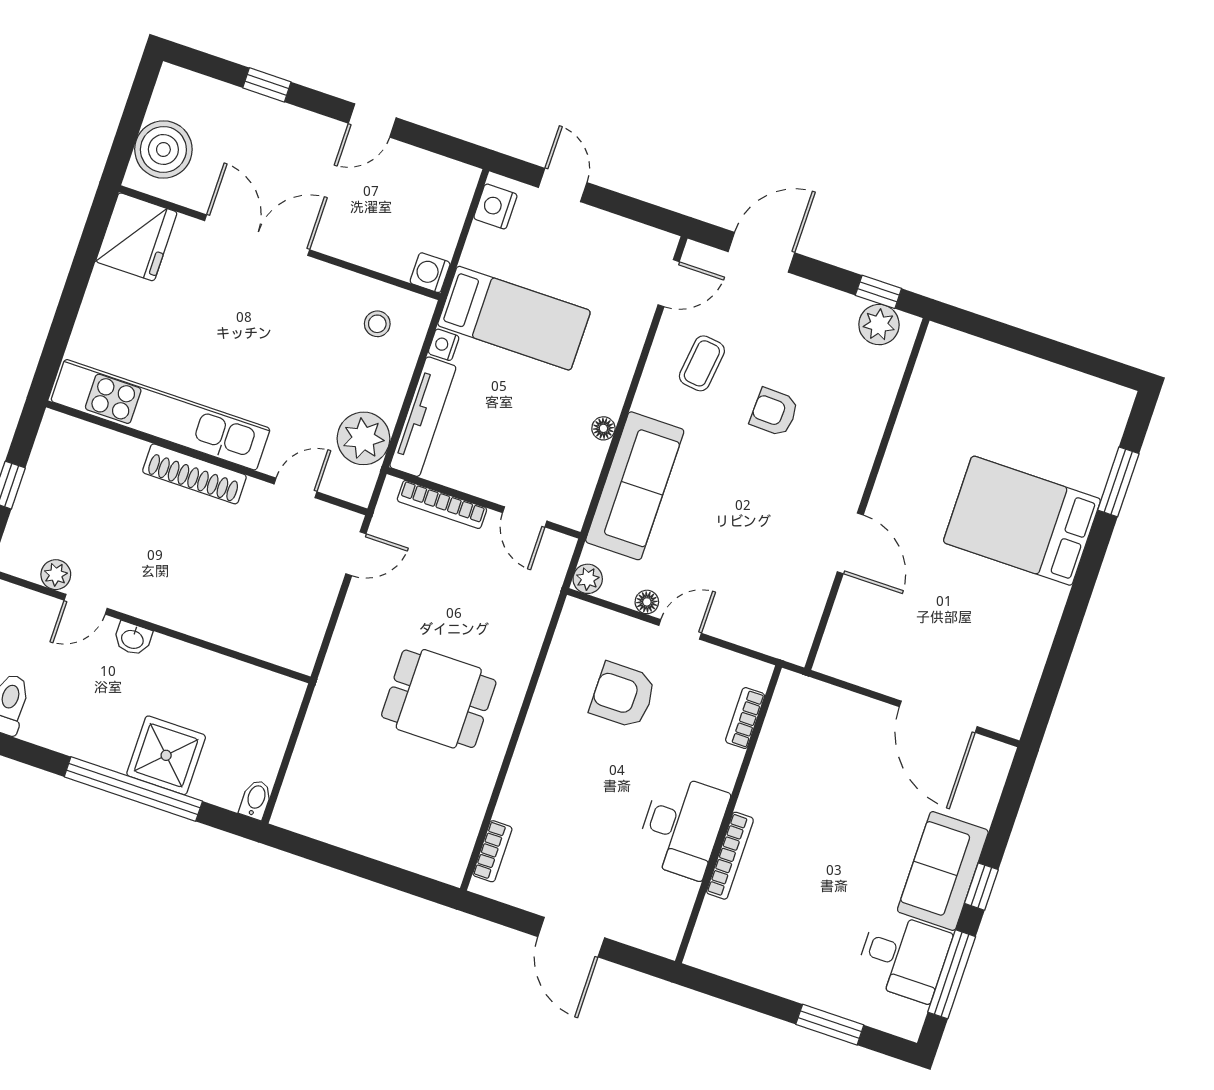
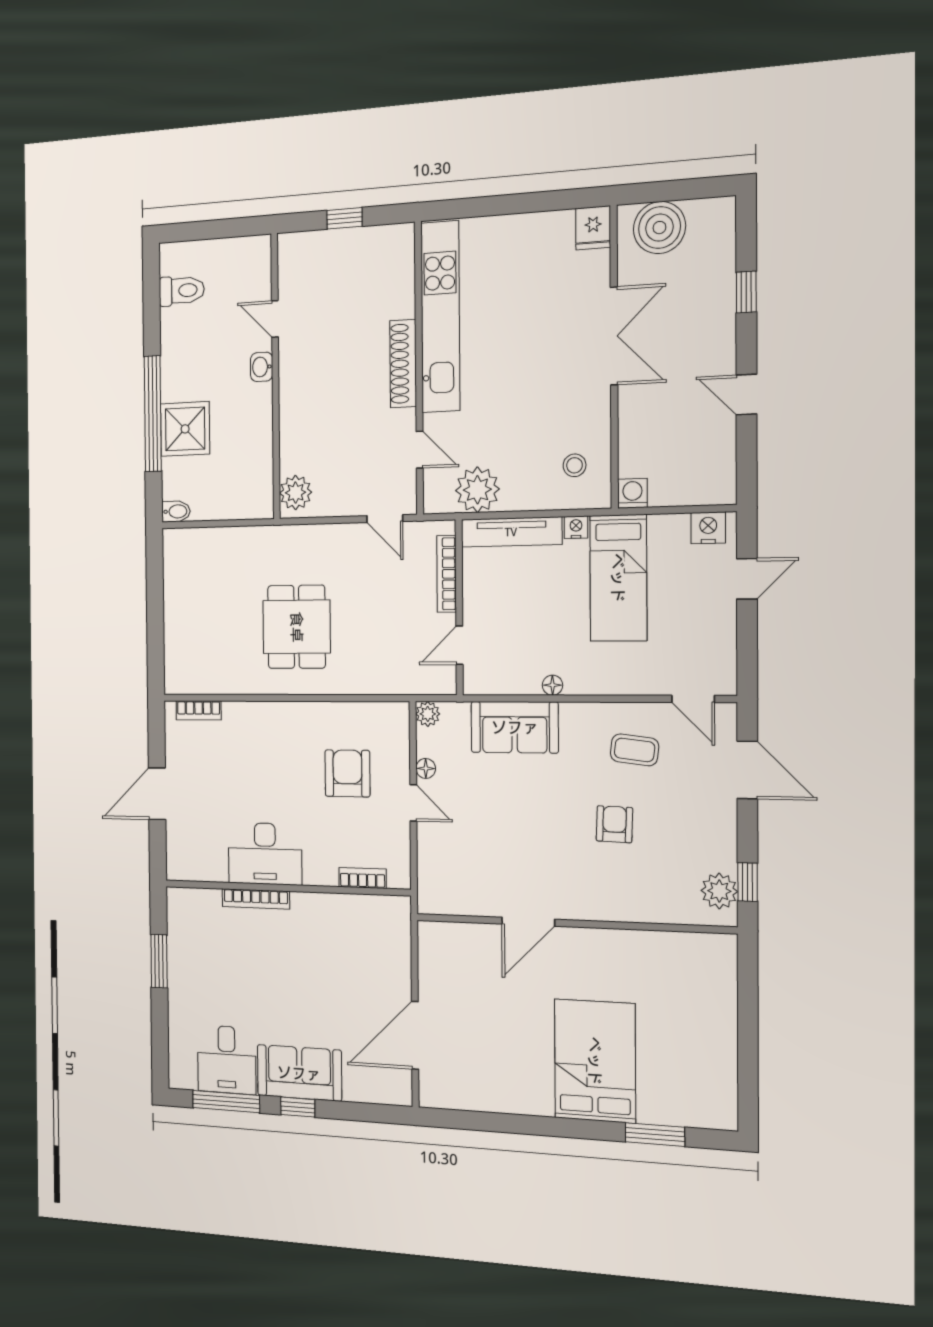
fridge: (136, 237) -> (593, 228), width x0.53, depth x0.75
sofa: (635, 486) -> (515, 727), width x0.73
plant: (56, 575) -> (296, 493), moved, width x1.38, depth x1.38
window: (830, 1025) -> (159, 961), moved

